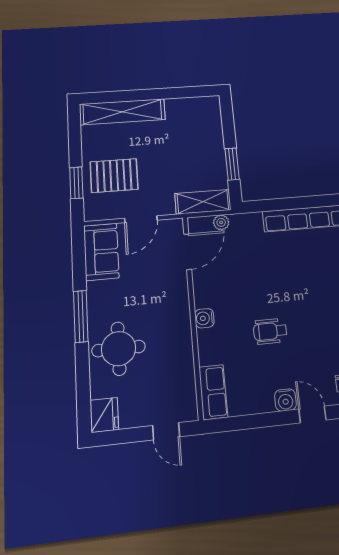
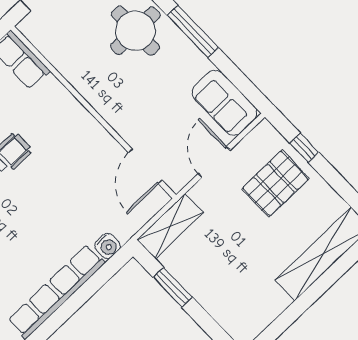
window: (76, 183) -> (304, 148), width x0.67
plant: (221, 222) -> (137, 220), removed
water cooler: (204, 318) -> (108, 246), moved, turned 90

